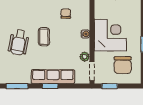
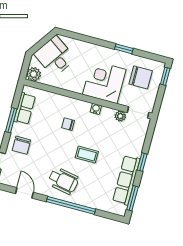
wheelchair: (19, 42) -> (63, 181), moved
row of seats: (53, 77) -> (126, 180), moved
window: (110, 86) -> (165, 76), moved

